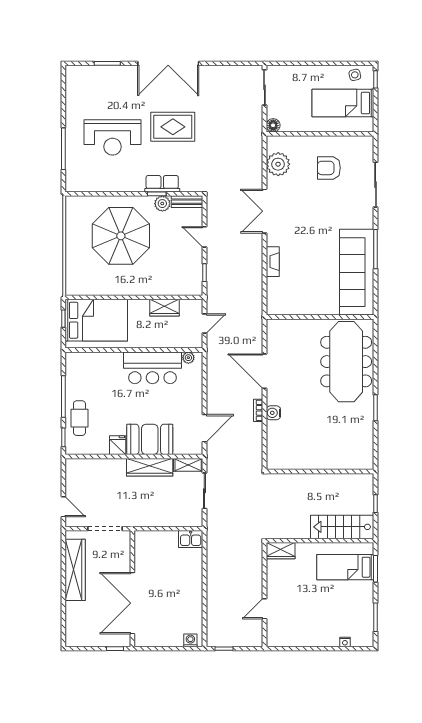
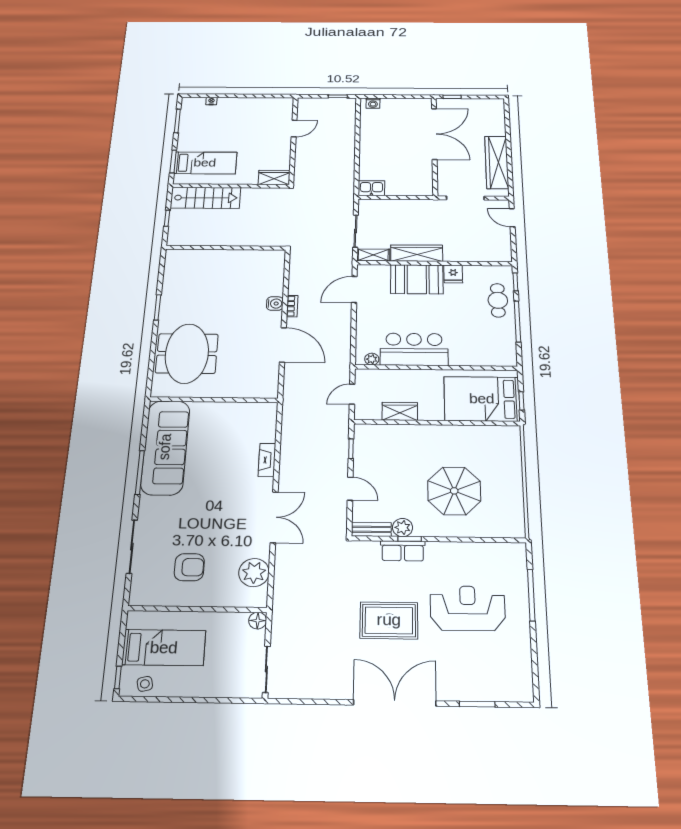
parasol: (121, 236) -> (454, 491), width x0.73, depth x0.73
meeting table: (346, 362) -> (187, 354), width x0.73

